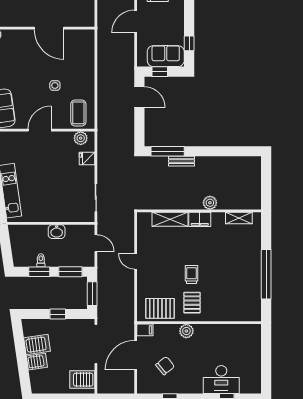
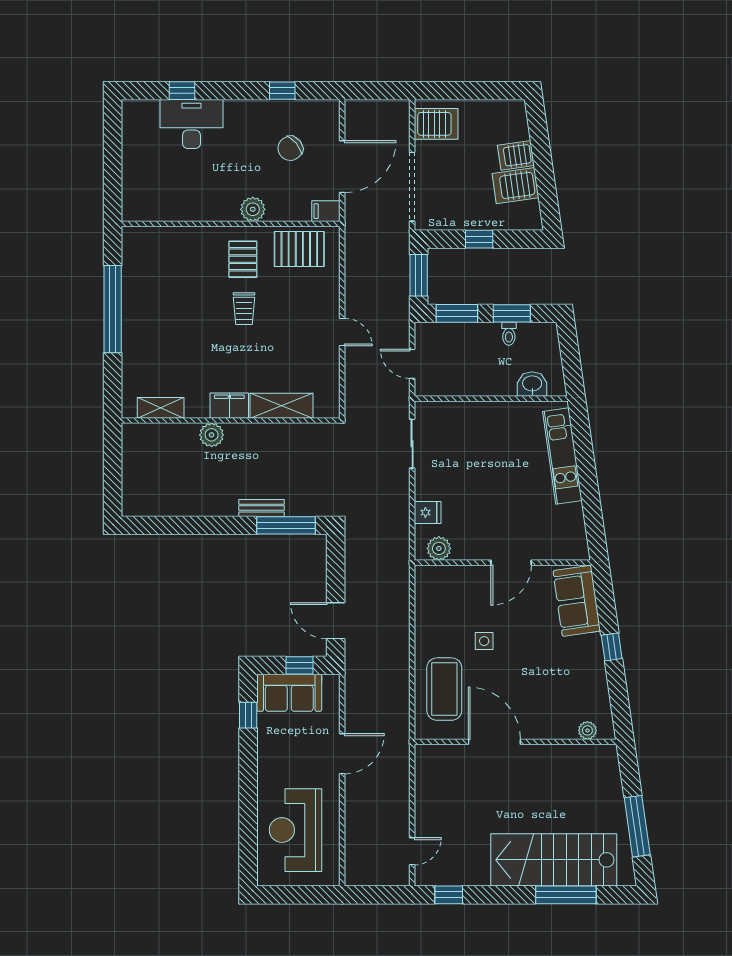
coffee table: (78, 113) -> (444, 689), moved, width x1.36, depth x1.32
washbasin: (57, 232) -> (532, 384), moved

